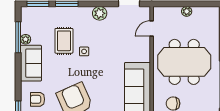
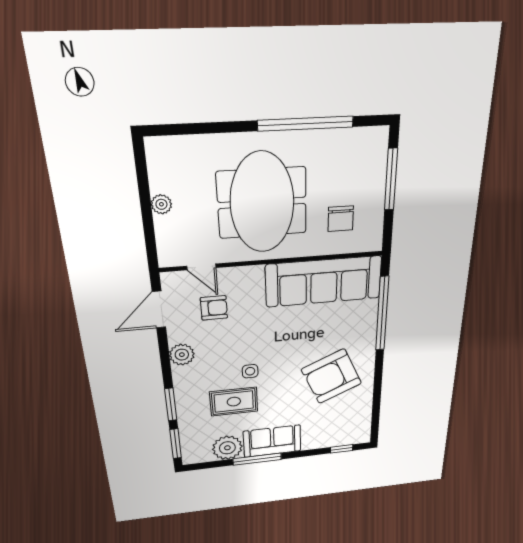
window: (18, 37) -> (257, 459), moved
plant: (26, 39) -> (227, 448), width x1.87, depth x1.87
armchair: (38, 99) -> (214, 308), moved, turned -90

